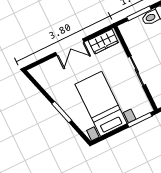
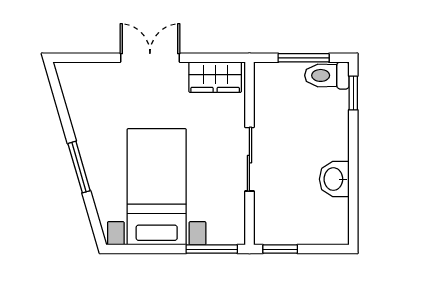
double door: (70, 47) -> (150, 58), swing flipped

